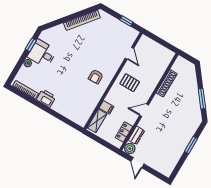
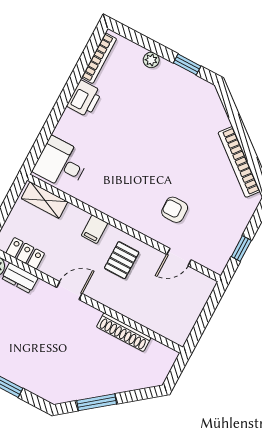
desk: (42, 53) -> (61, 164), moved, turned -90
armchair: (96, 77) -> (175, 210), moved
filing cabinet: (106, 107) -> (95, 229), moved
door: (144, 110) -> (69, 291), hinge flipped

